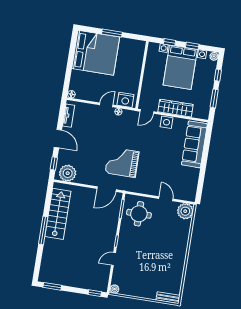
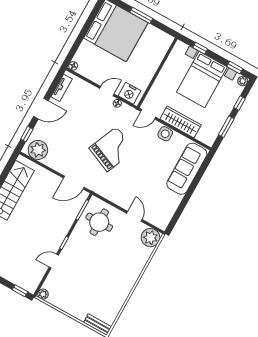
window: (192, 46) -> (235, 67), moved
door: (58, 139) -> (41, 109), hinge flipped
grand piano: (122, 162) -> (112, 149), moved, turned 113

